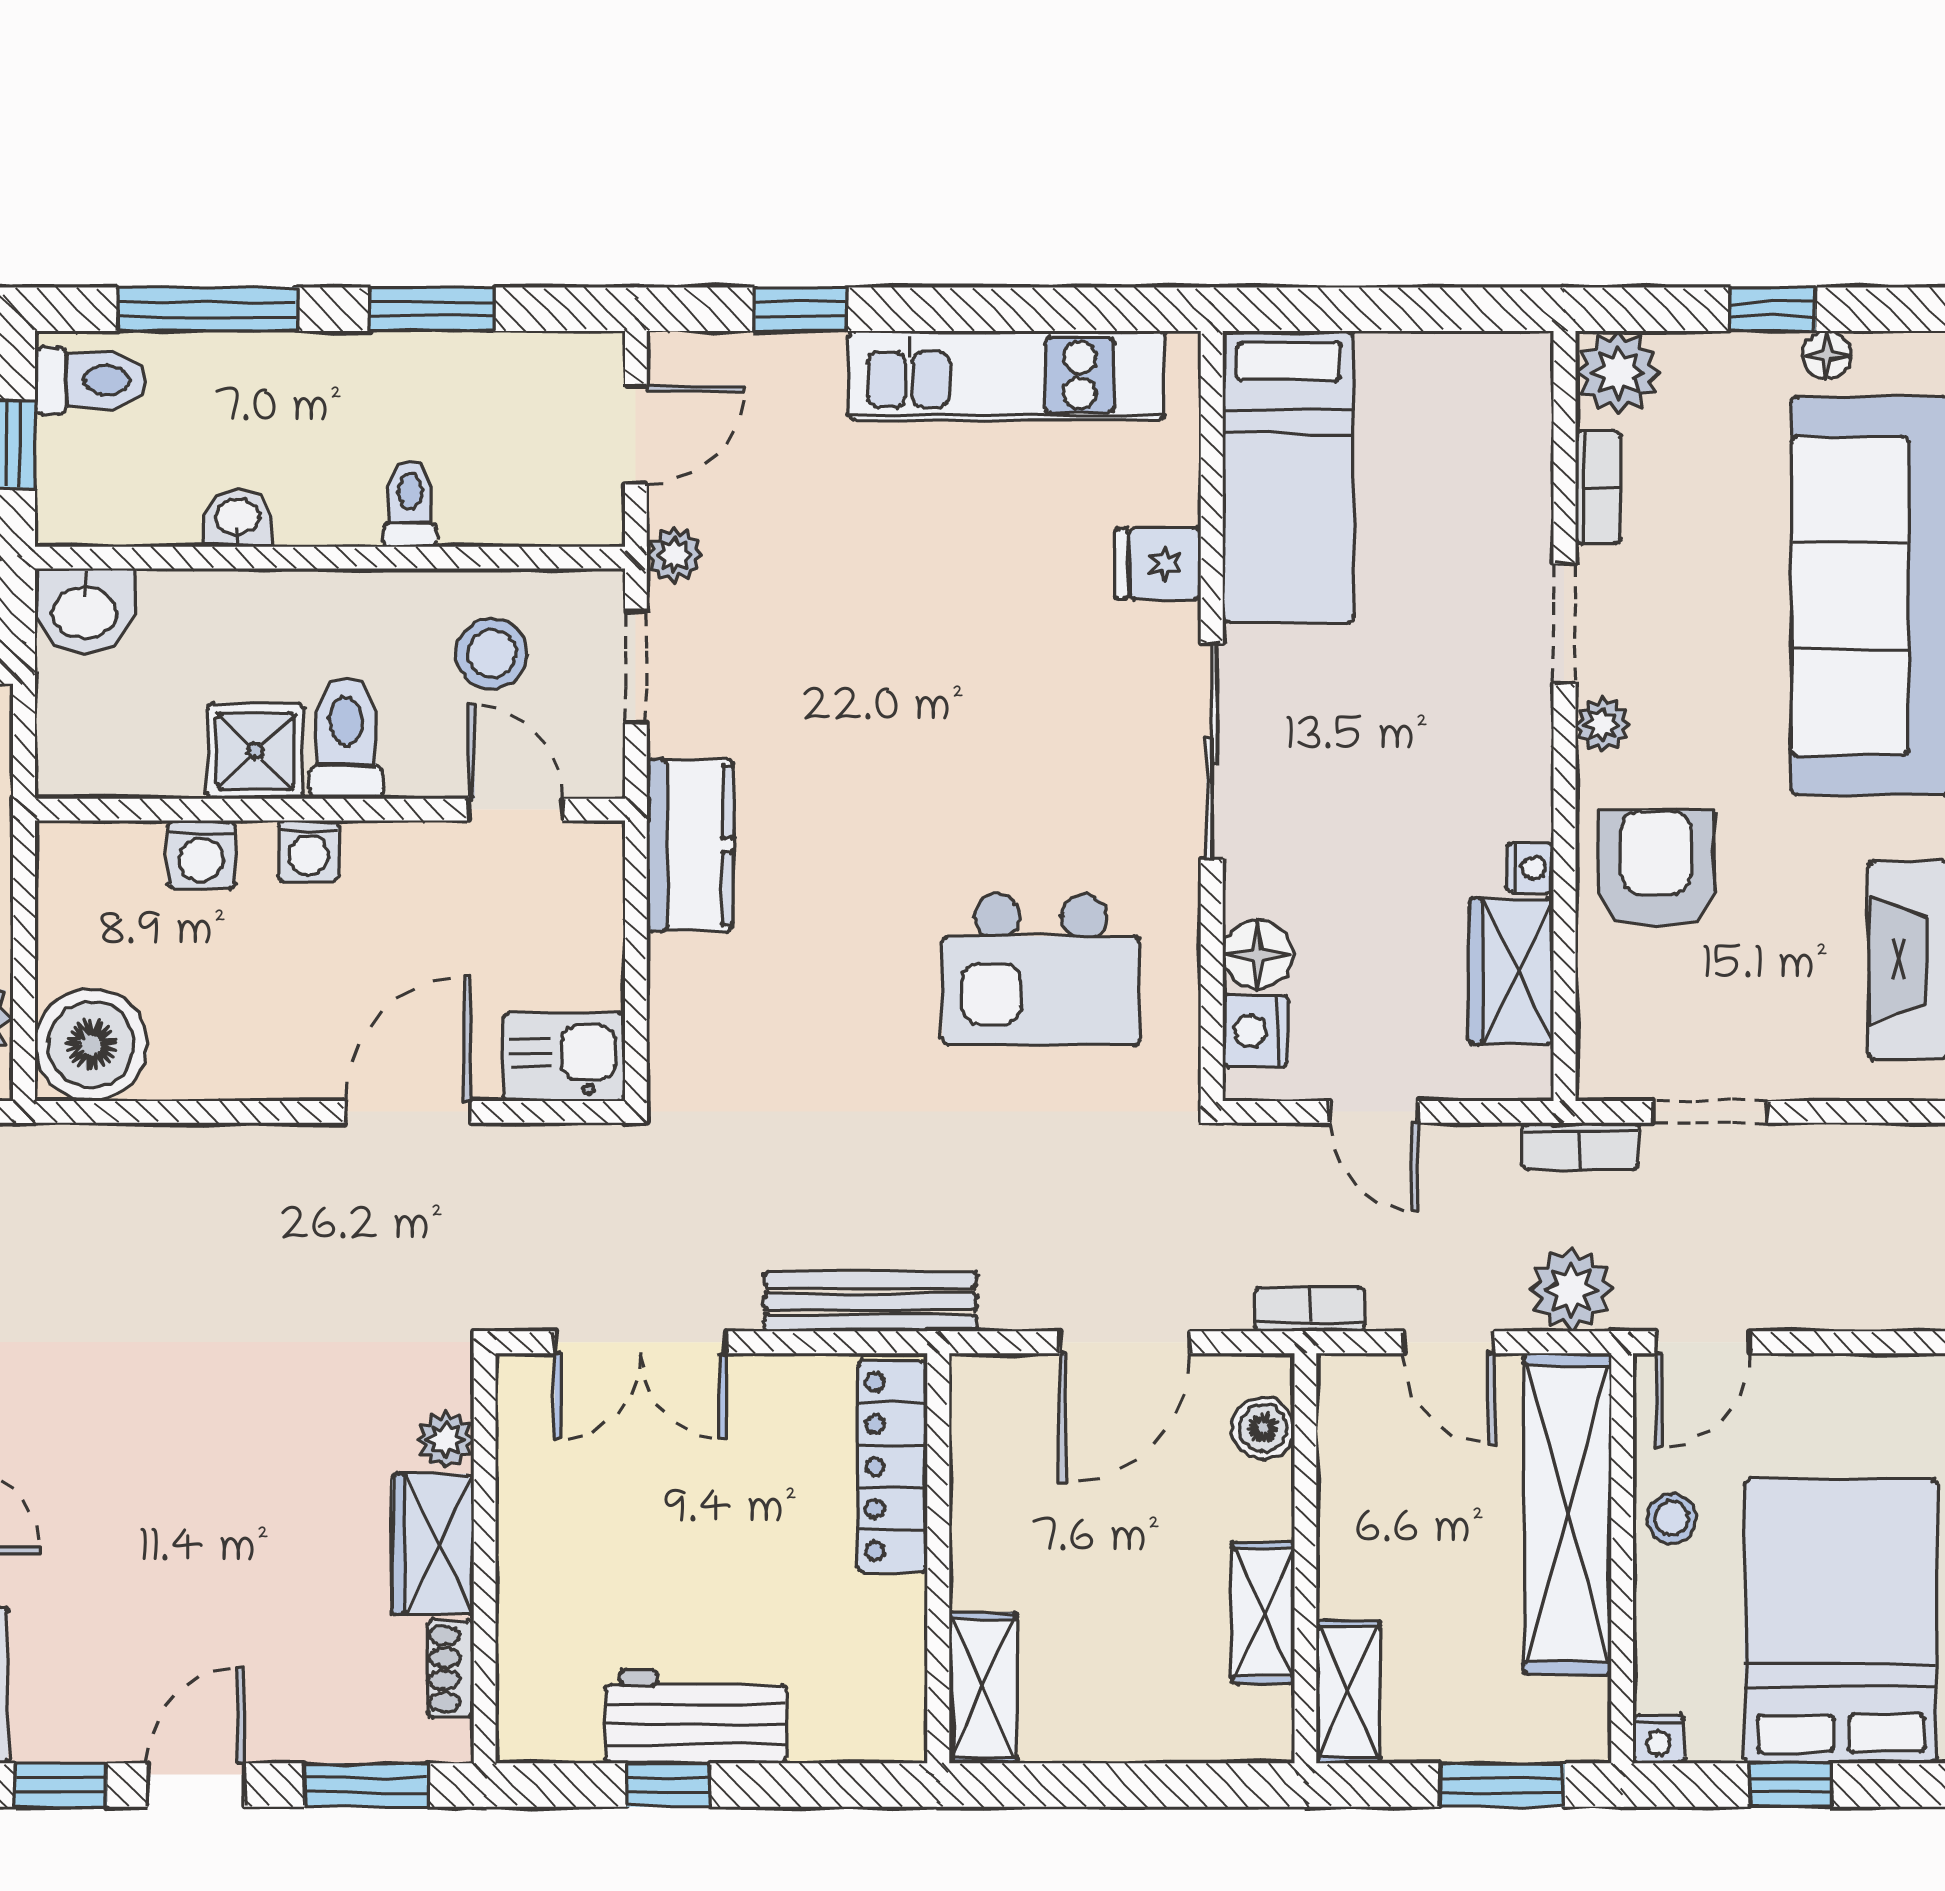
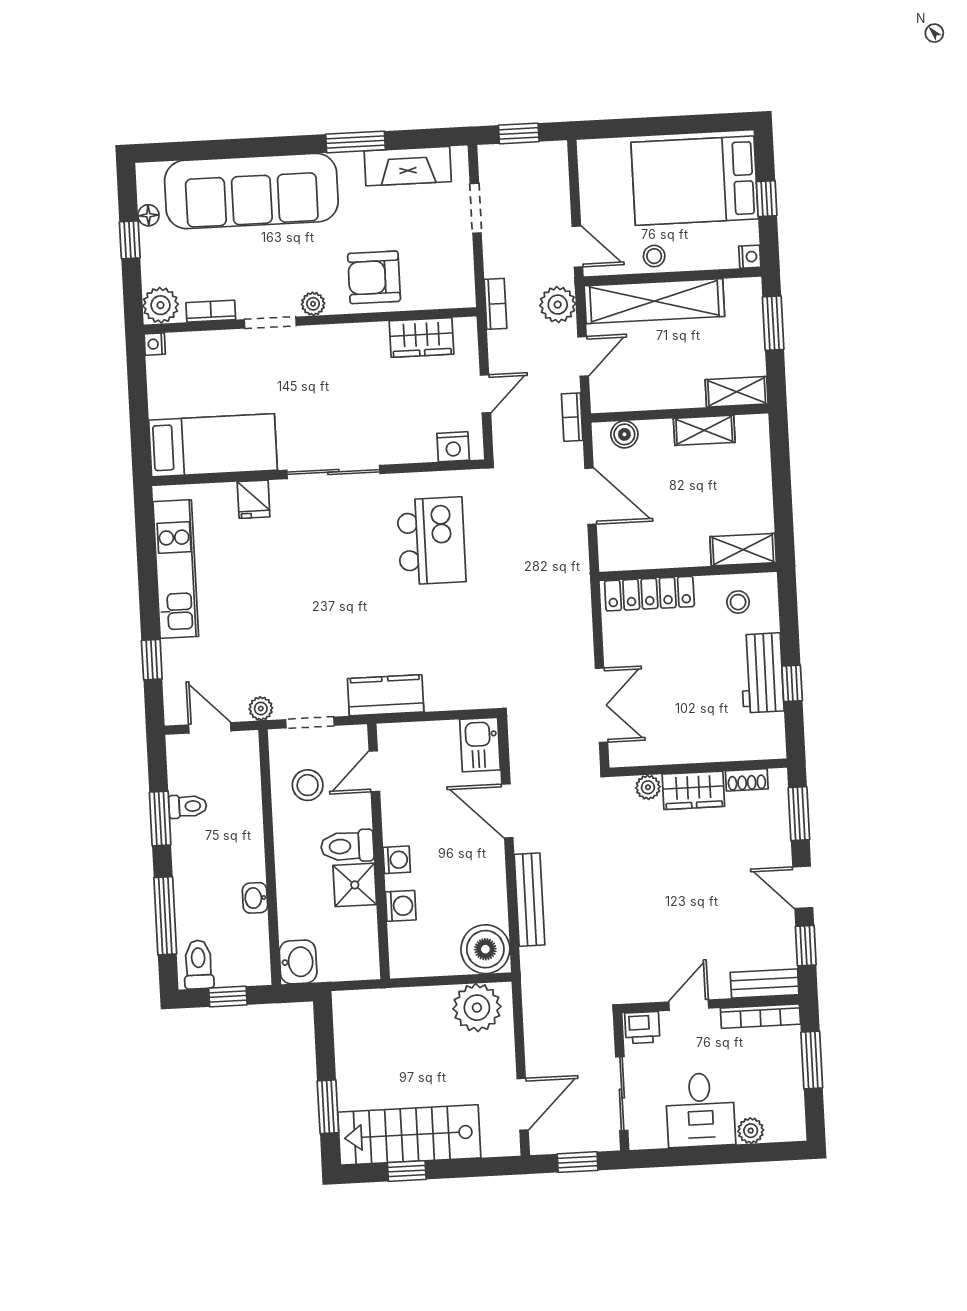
toilet: (410, 504) -> (188, 806), moved, turned 180
nightstand: (1530, 868) -> (155, 344), moved, turned -90
floor lamp: (1257, 955) -> (420, 448), removed
doorway: (1710, 1112) -> (476, 208), moved
bench: (871, 1302) -> (530, 900), moved
stool: (862, 1670) -> (738, 602), added

